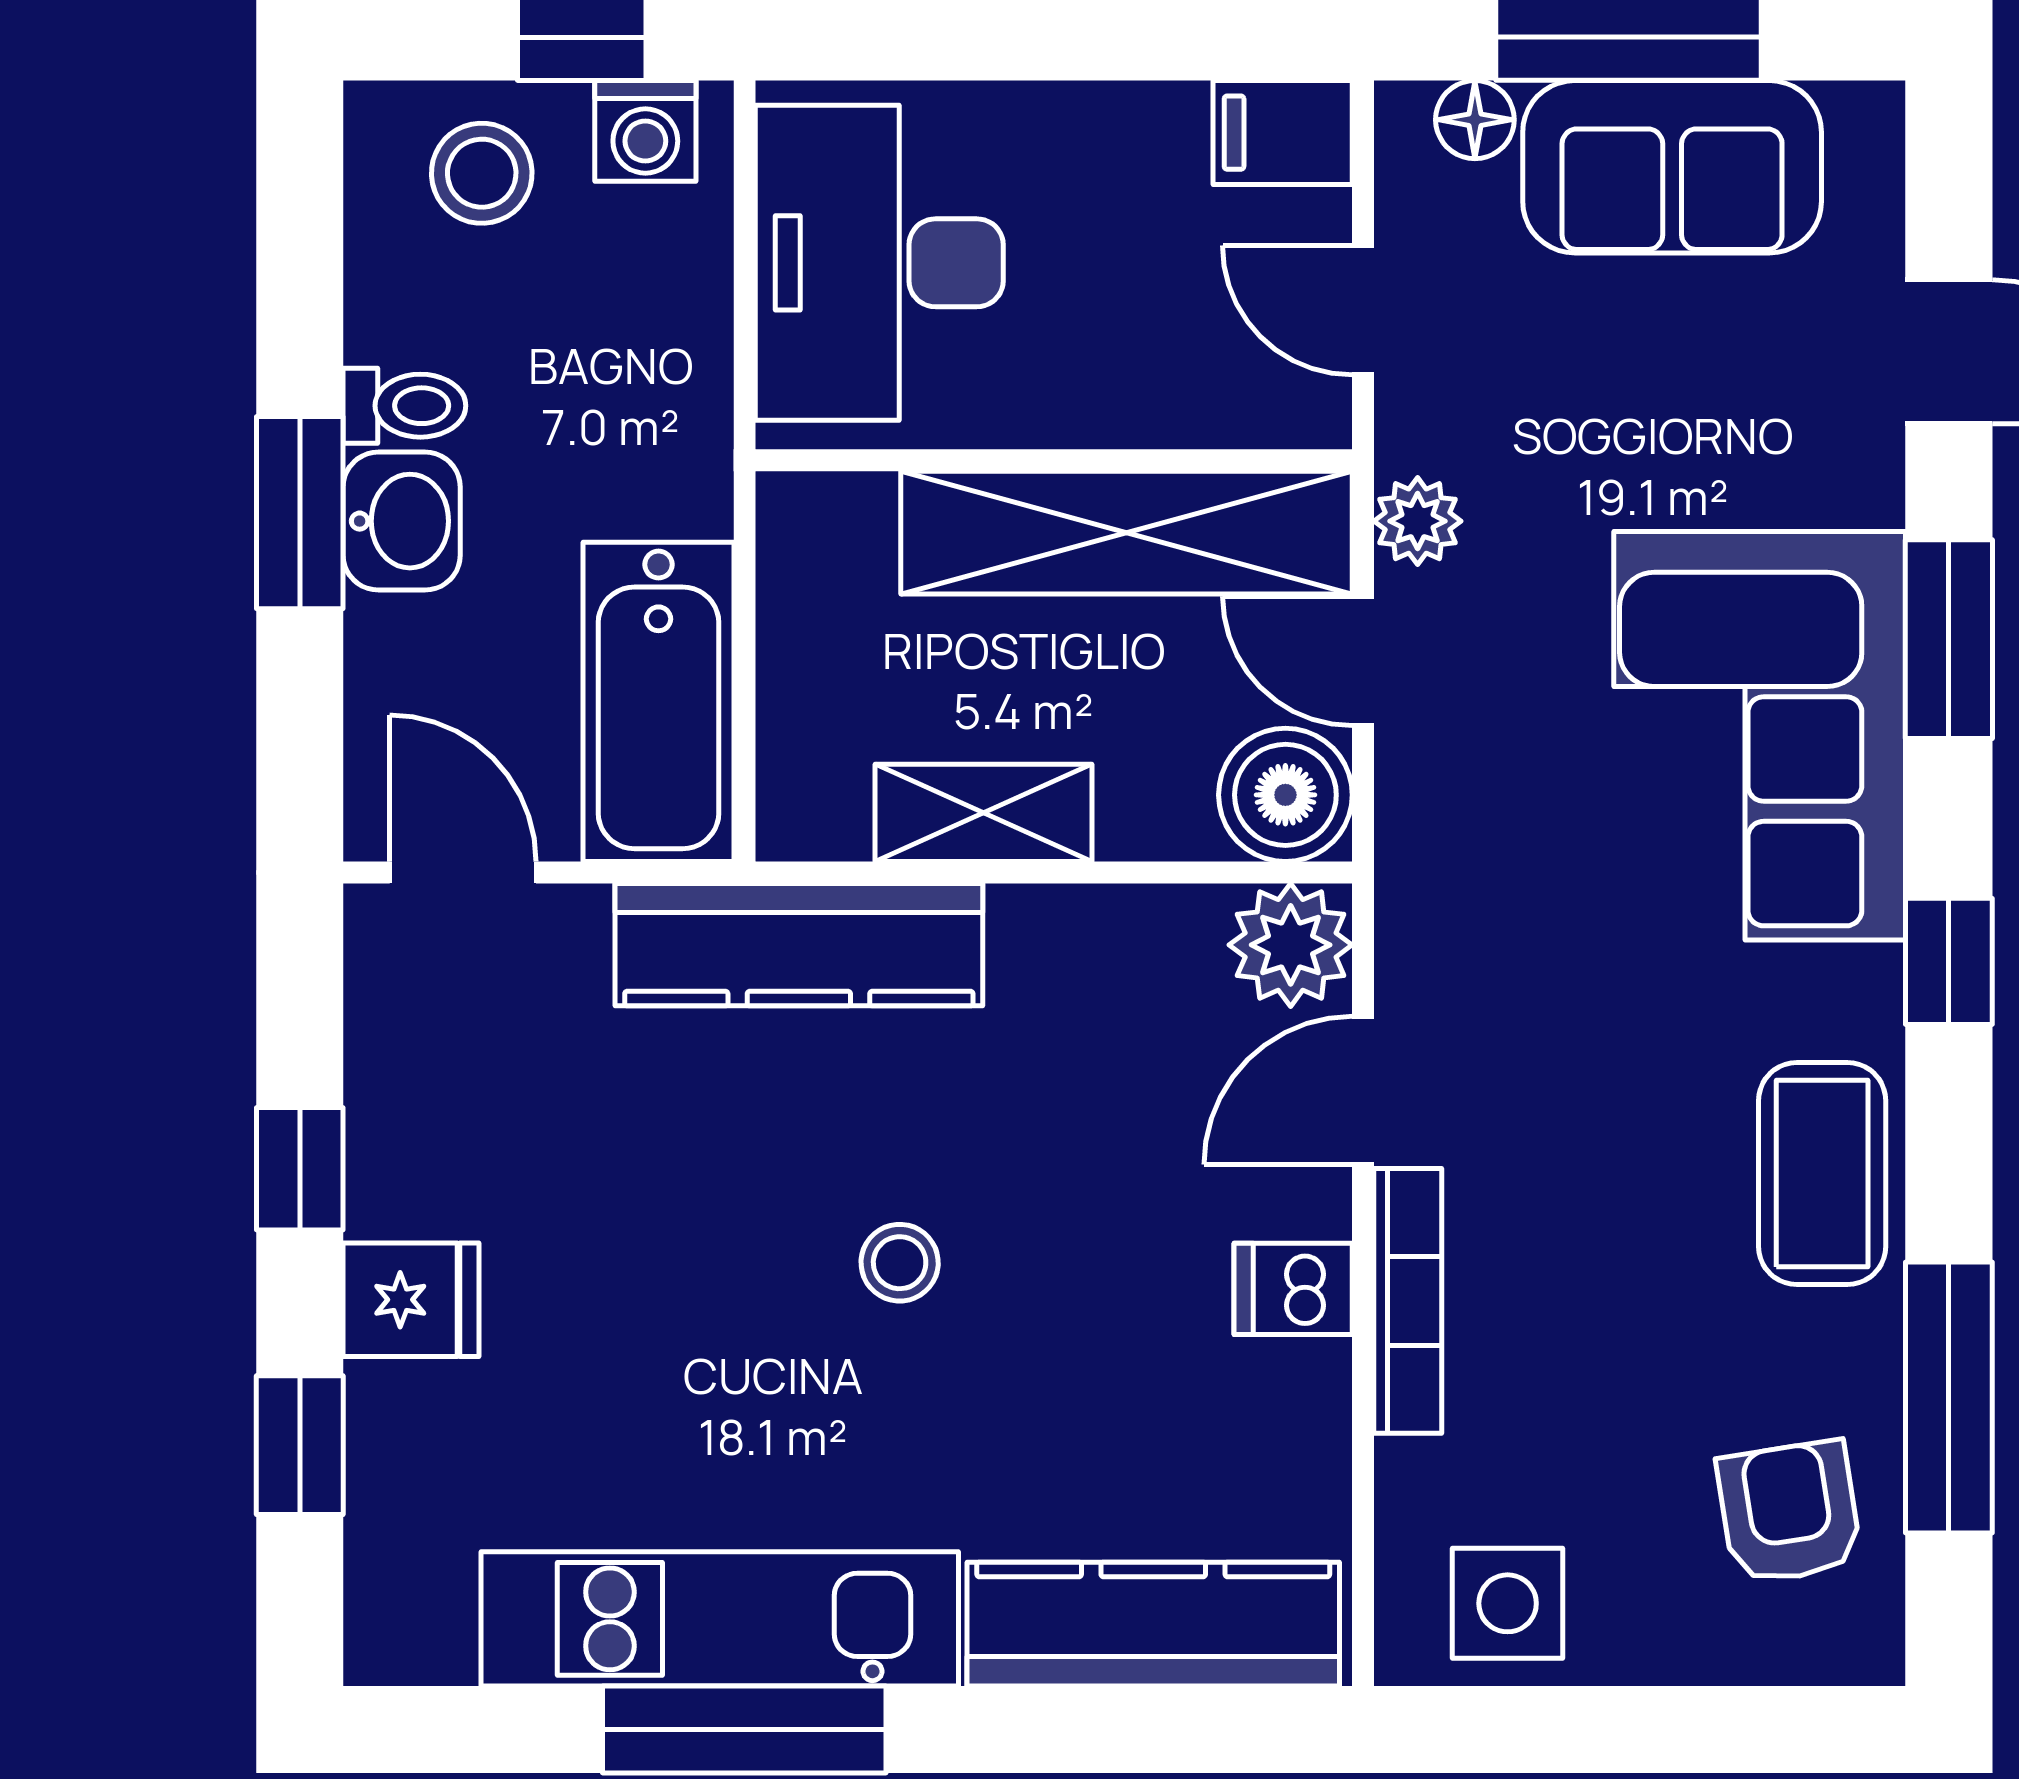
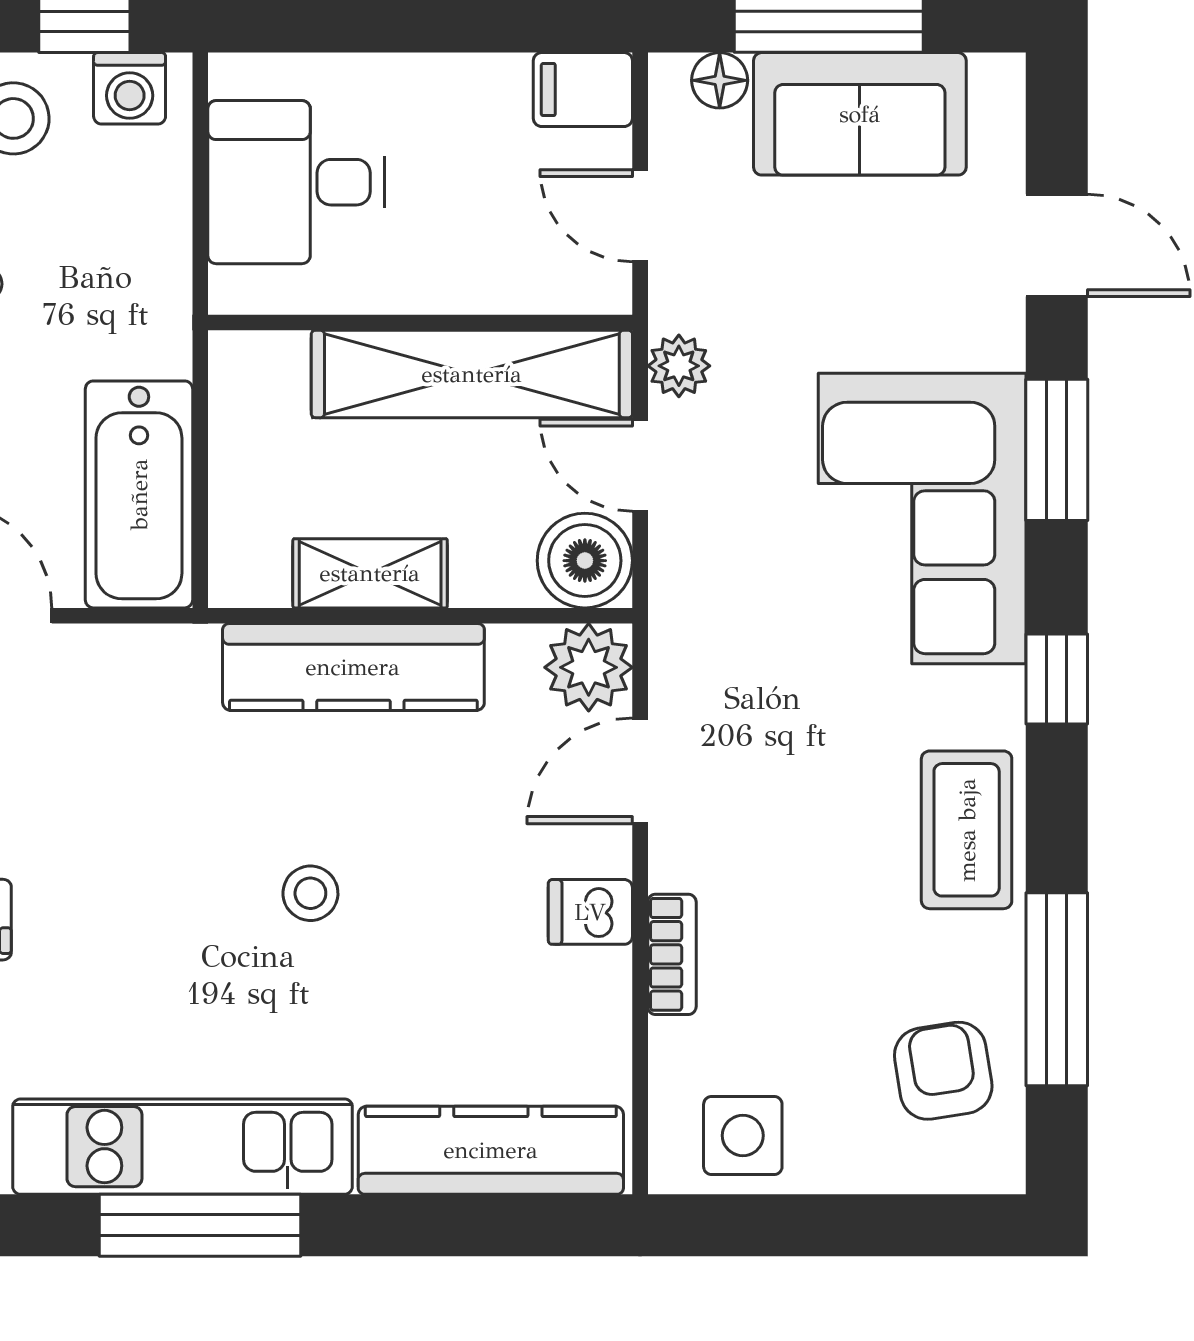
desk: (879, 263) -> (296, 182), width x0.73
kitchen counter: (799, 945) -> (353, 667), moved
bookcase: (1408, 1301) -> (672, 954), width x0.64

